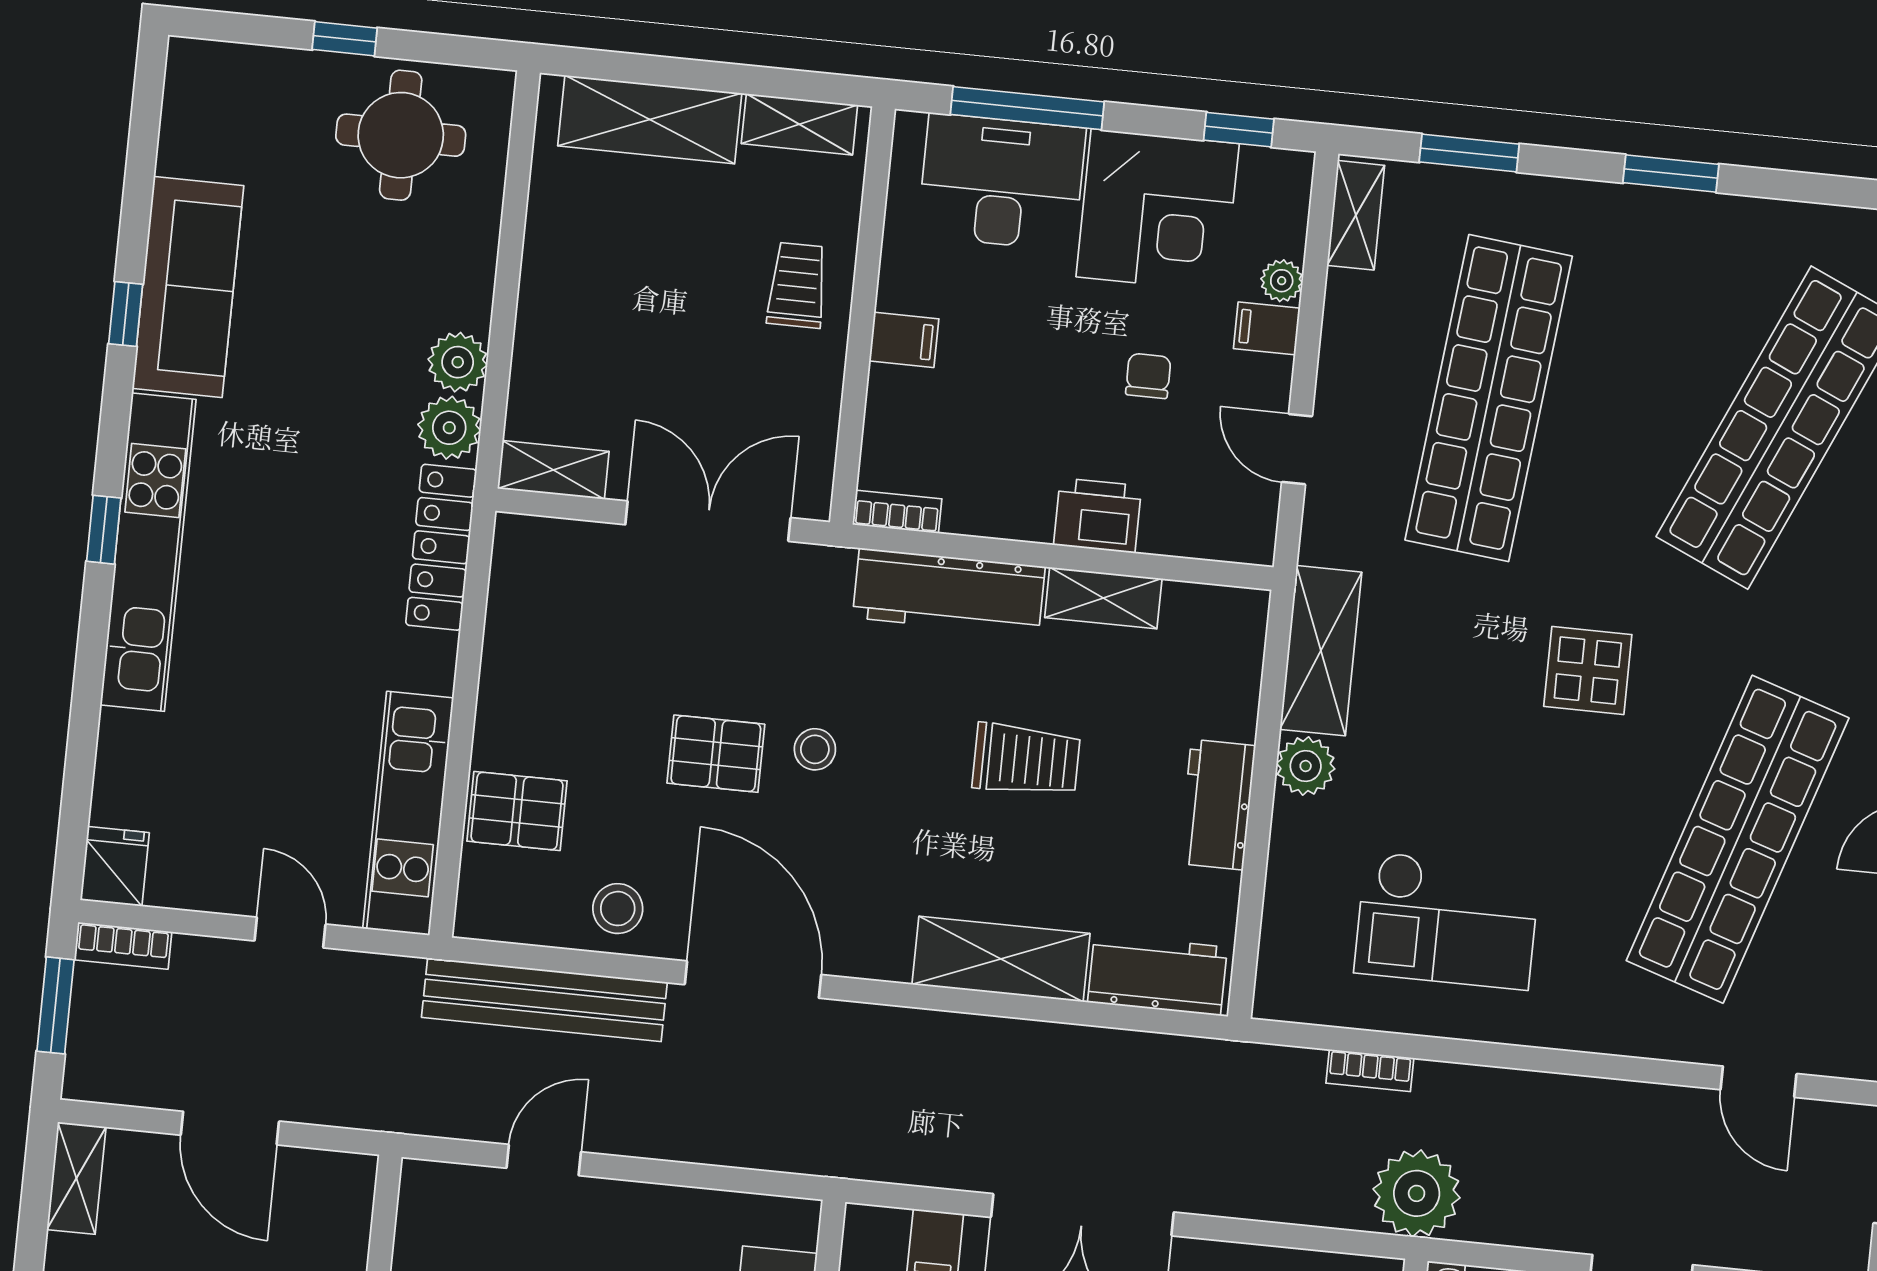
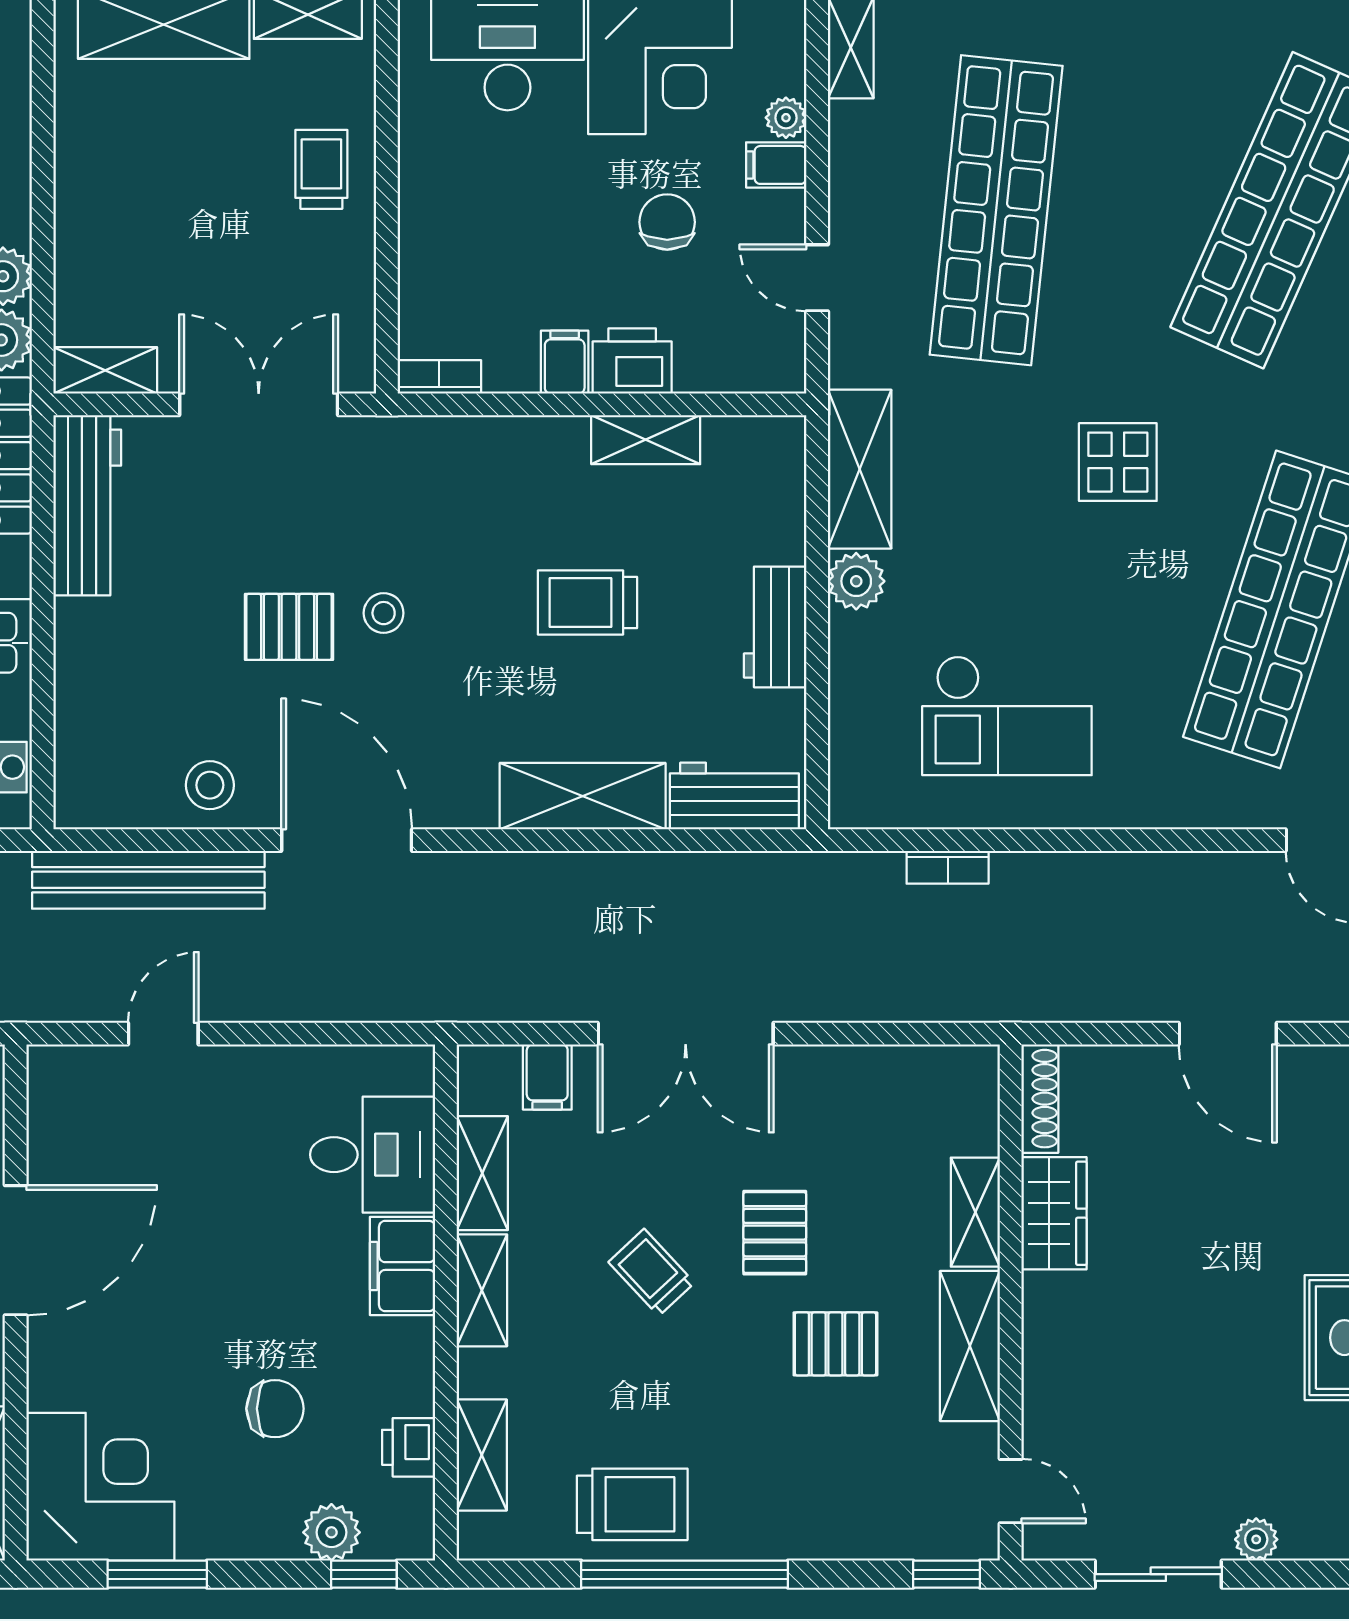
filing cabinet: (904, 340) -> (565, 362), moved, turned -90
chair: (1148, 376) -> (667, 222), width x1.37, depth x1.37
workbench: (949, 592) -> (87, 505), moved, turned -90
trolley: (1026, 760) -> (587, 603), turned 180
pallet: (517, 811) -> (104, 701), removed
plant: (1417, 1193) -> (1004, 981), removed

